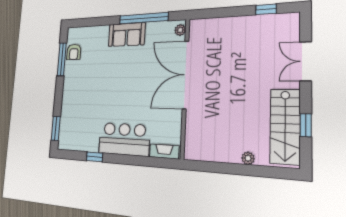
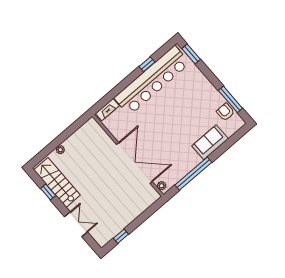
sofa: (127, 35) -> (210, 142), moved
bar counter: (124, 139) -> (152, 81), width x1.86

